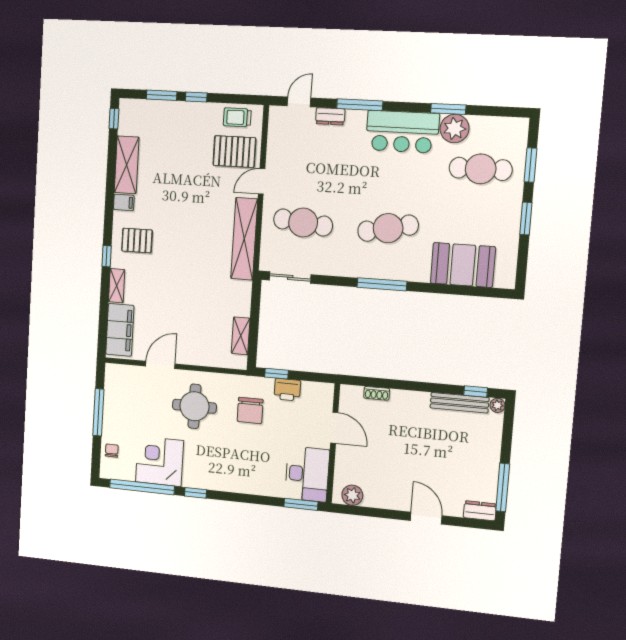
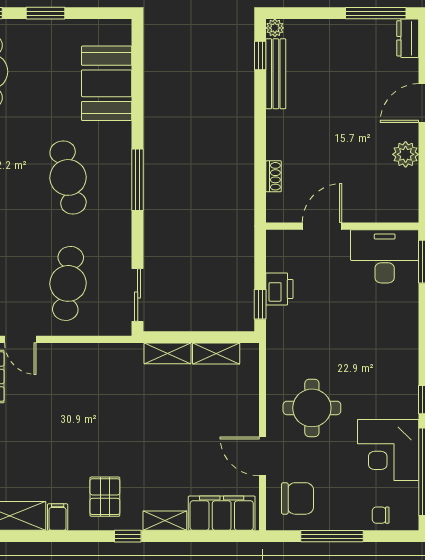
shelving: (244, 239) -> (167, 353), moved, width x0.45, depth x0.75
chair: (250, 410) -> (298, 498), moved
plant: (352, 495) -> (406, 154), moved

